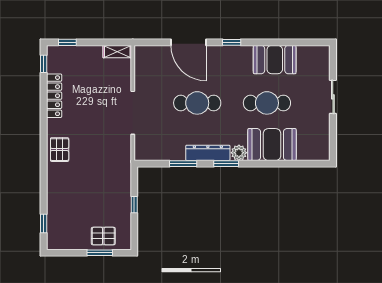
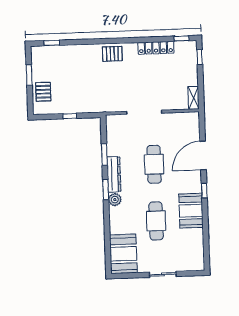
booth: (275, 60) -> (191, 211), moved
booth: (272, 145) -> (123, 254), moved
window: (100, 253) -> (29, 75), moved

